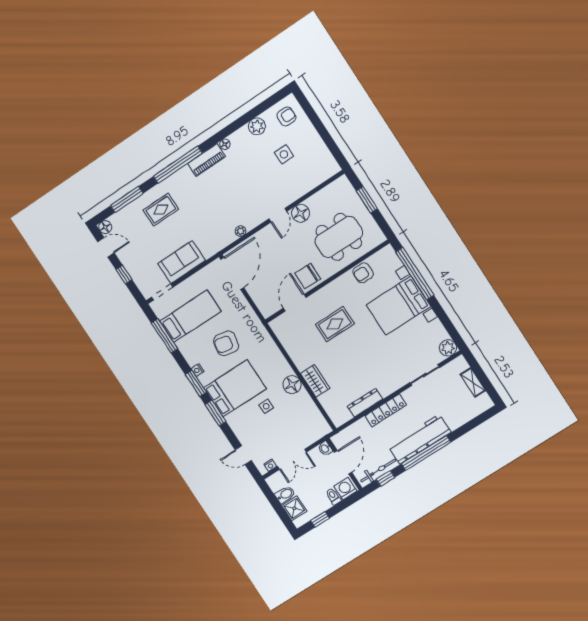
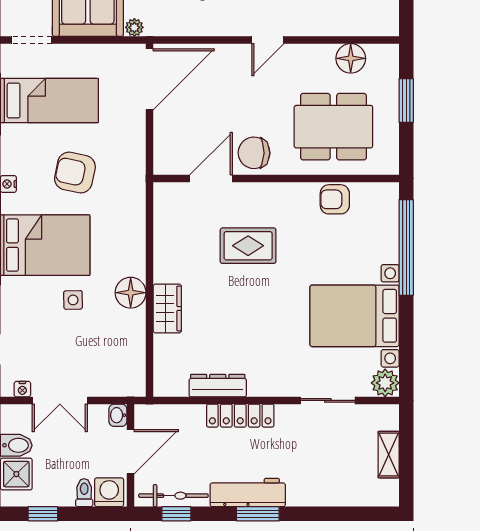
floor lamp: (301, 213) -> (351, 58), moved
plant: (241, 231) -> (134, 27), moved
bed with nightstands: (398, 306) -> (354, 316), moved
workbench: (420, 439) -> (248, 493), width x0.73, depth x0.76
window: (426, 453) -> (258, 514), width x0.47

